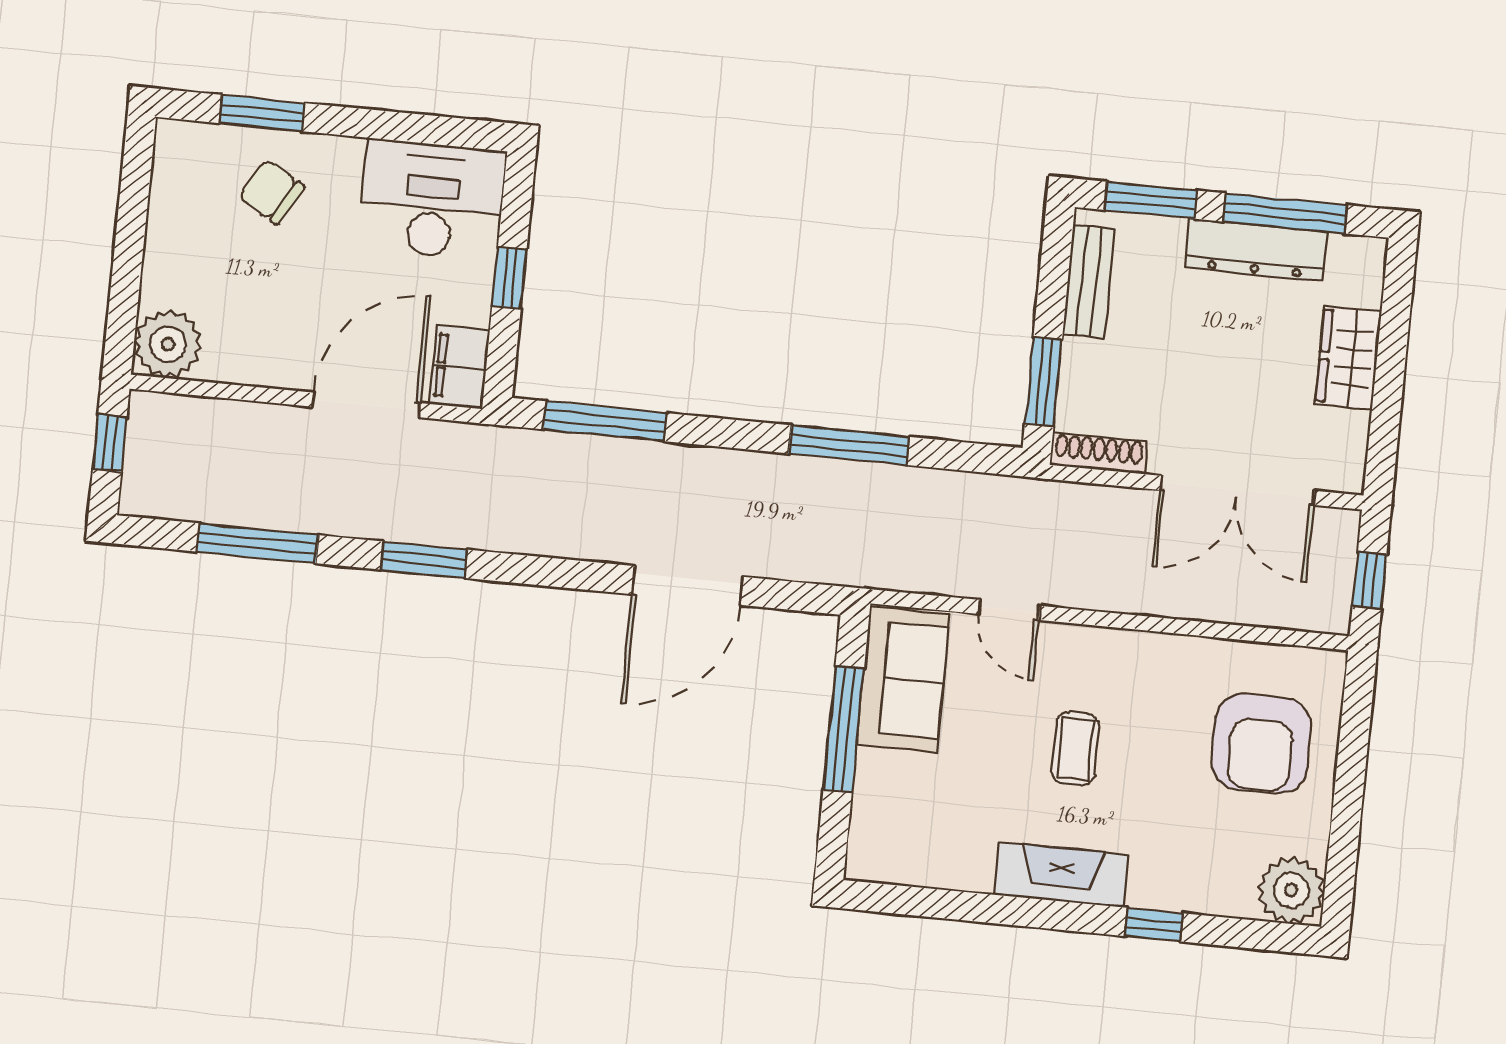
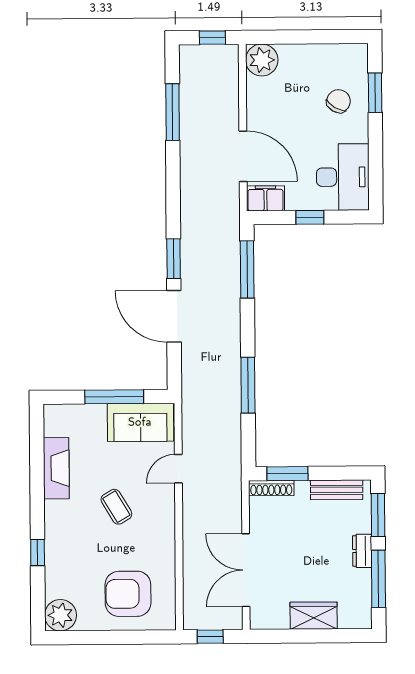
dresser: (1256, 250) -> (362, 551), width x0.51, depth x0.80
shoe rack: (1099, 453) -> (271, 488), moved, turned 90
window: (424, 560) -> (174, 259), moved
coffee table: (1075, 749) -> (116, 507), turned 59
fireplace: (1062, 875) -> (56, 468), moved

